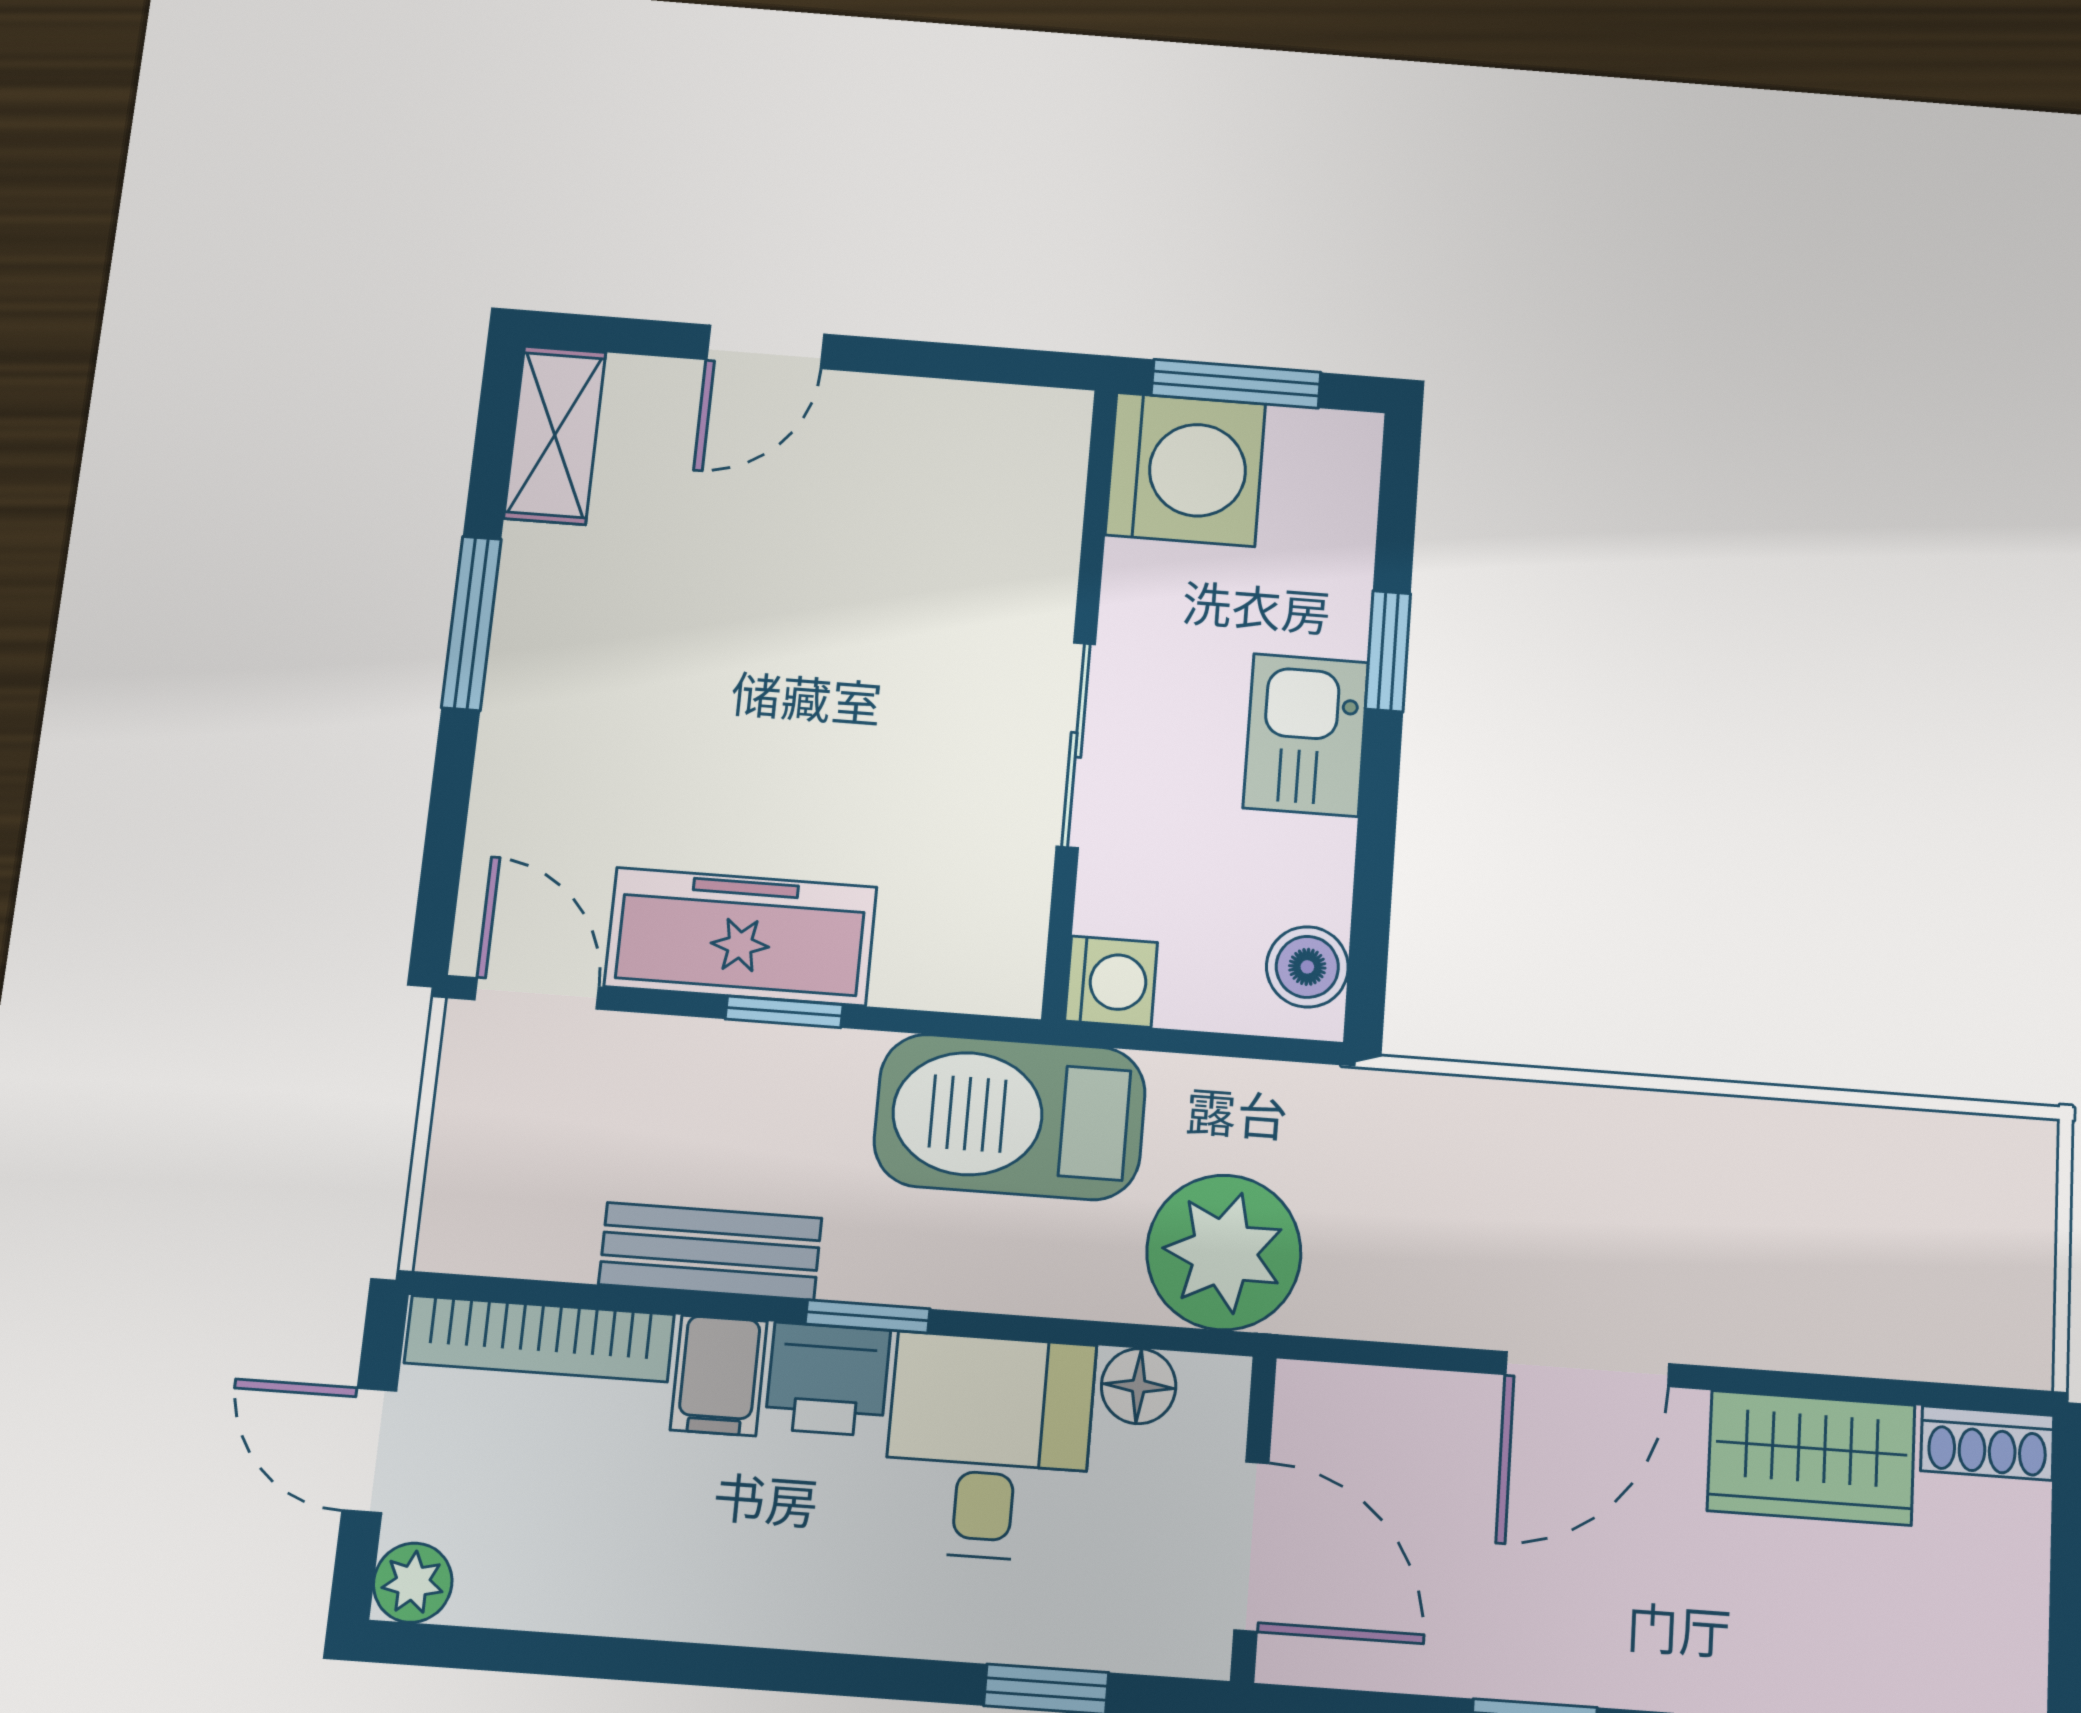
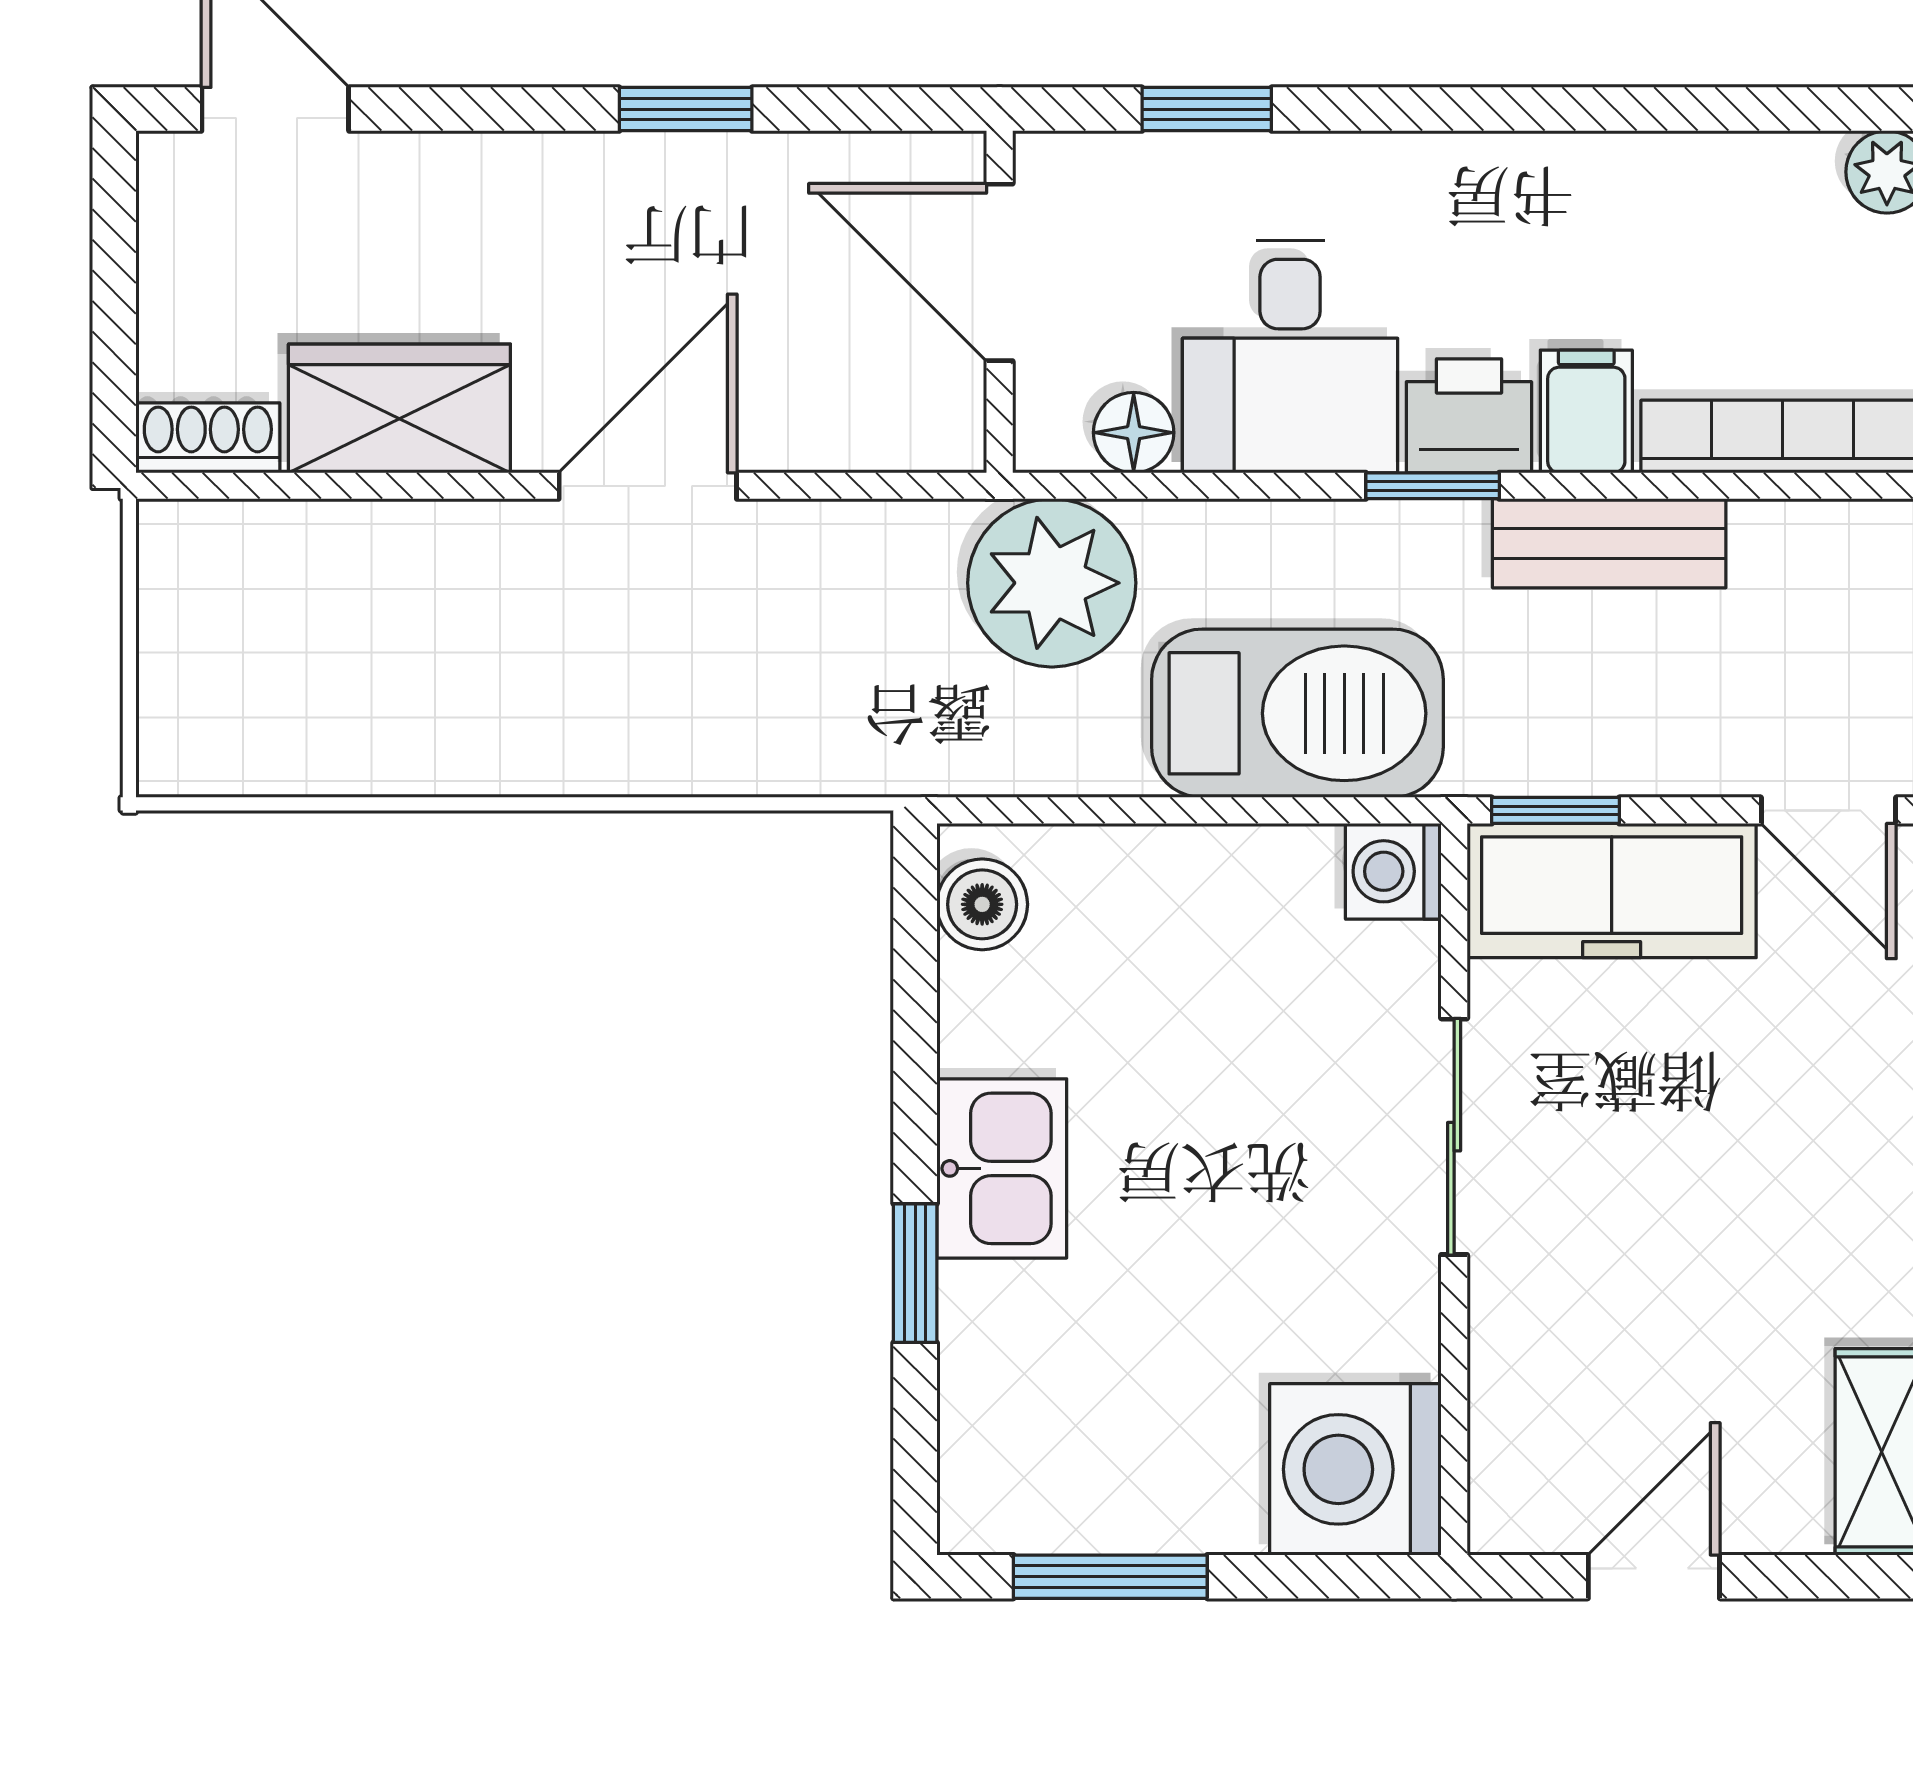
washing machine: (1186, 469) -> (1355, 1469), moved
wall: (1080, 700) -> (1454, 1189), moved
sliding door: (1076, 745) -> (1454, 1137), moved
washing machine: (1111, 982) -> (1393, 871), moved

